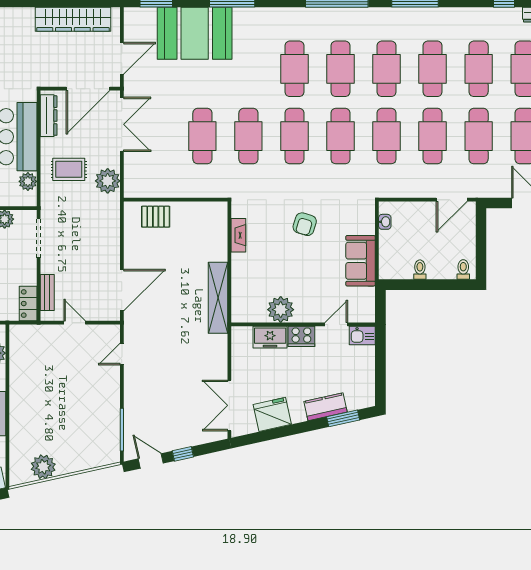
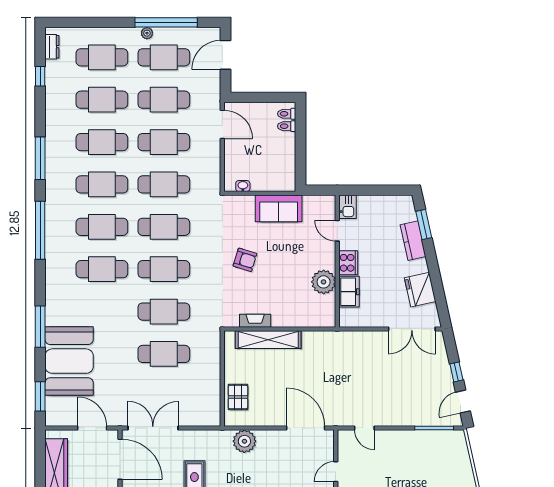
plant: (108, 181) -> (244, 441), moved
toilet: (420, 270) -> (287, 126), moved
shelving: (218, 298) -> (268, 340), moved

